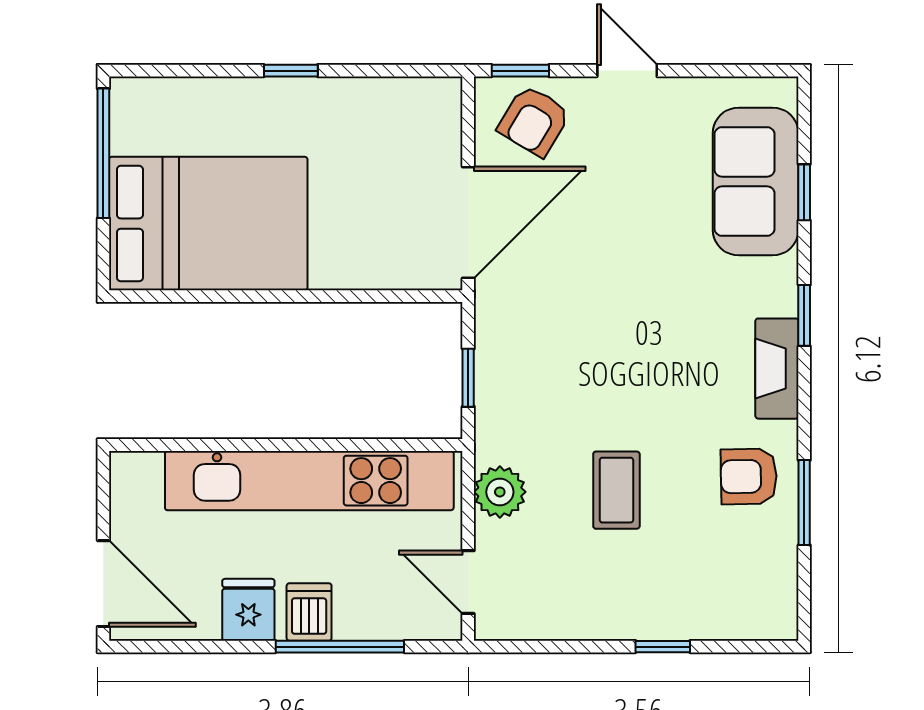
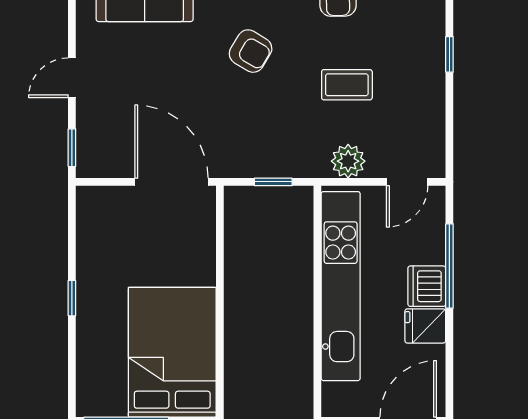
armchair: (534, 121) -> (251, 51), moved
dishwasher: (309, 612) -> (427, 286), width x1.38

